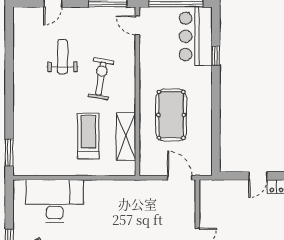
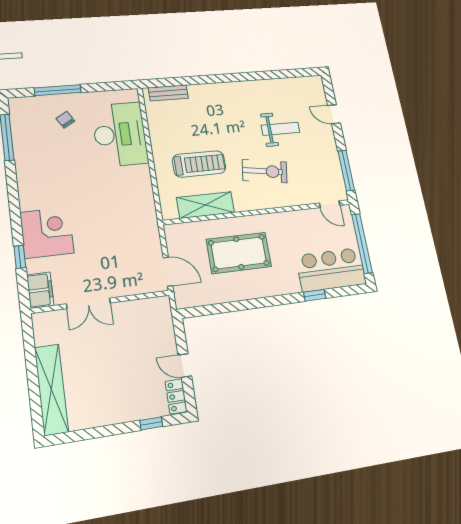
door: (137, 25) -> (330, 204), swing flipped
window: (9, 153) -> (167, 82), removed
bench: (19, 153) -> (168, 93), added
door: (180, 178) -> (168, 272), hinge flipped

